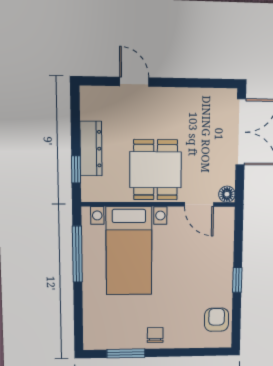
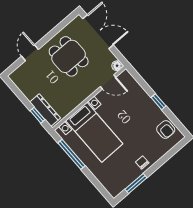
door: (134, 82) -> (30, 53), hinge flipped
dresser: (91, 149) -> (45, 110), moved
dining table: (156, 170) -> (69, 56), moved
armchair: (217, 320) -> (166, 130), turned 180

